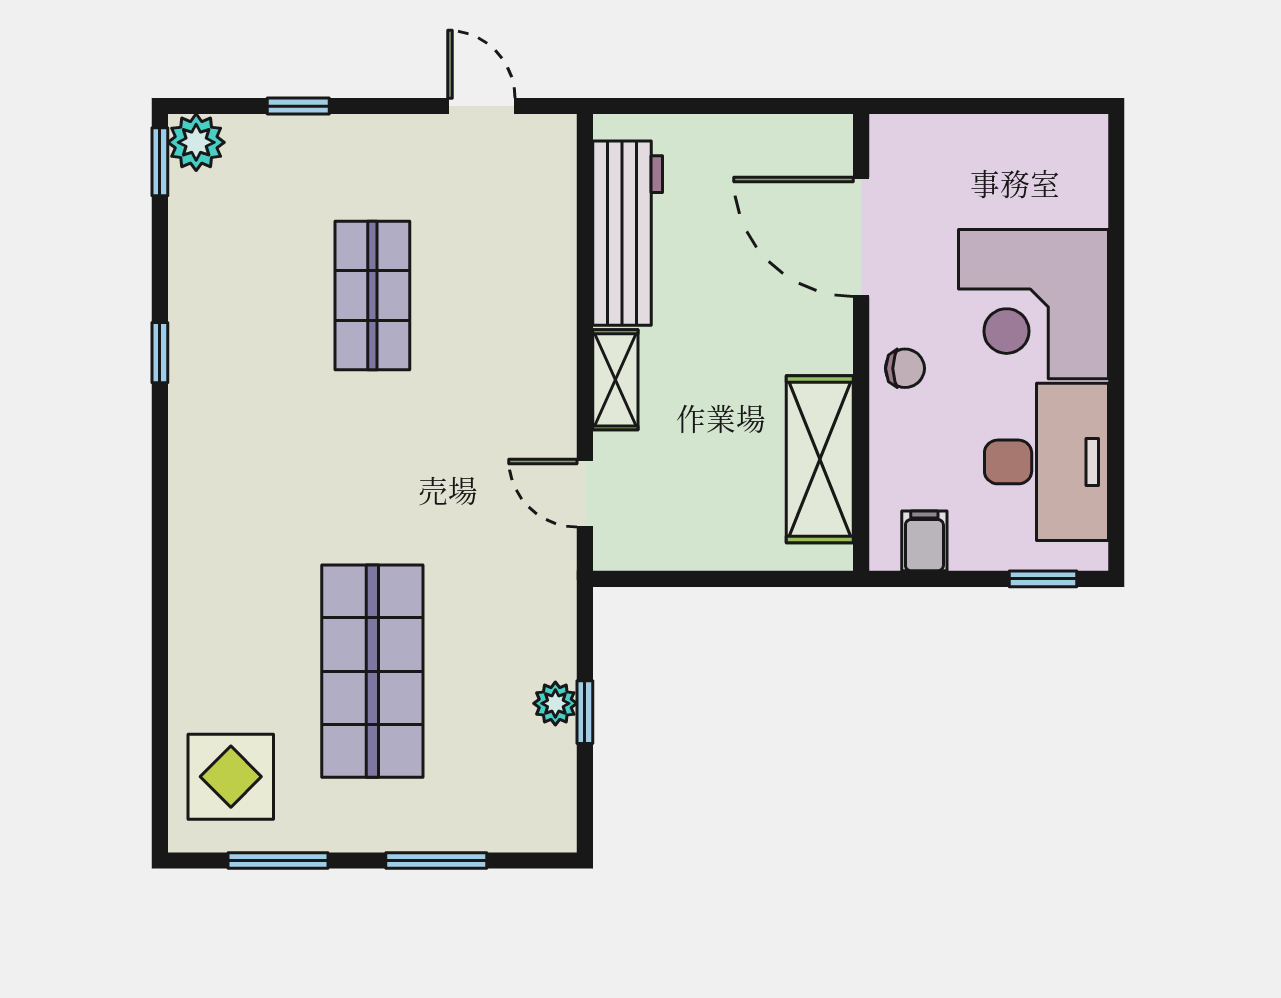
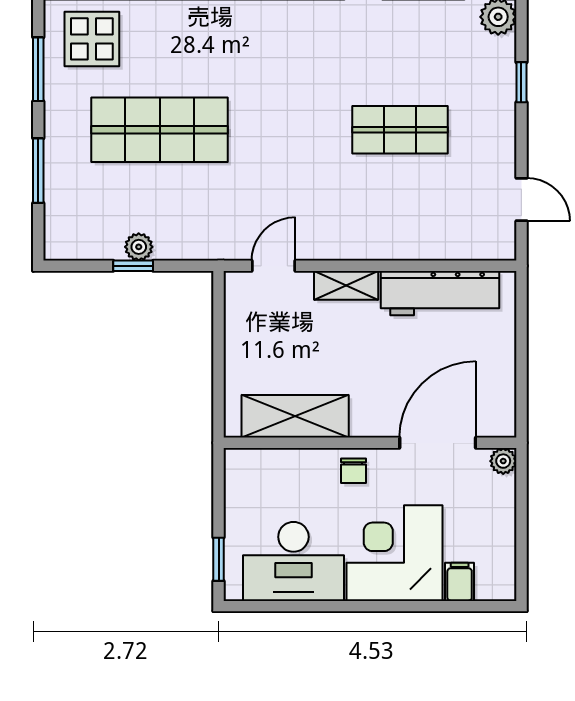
door: (481, 106) -> (521, 199), hinge flipped
plant: (890, 134) -> (503, 461), added
filing cabinet: (924, 541) -> (460, 582), moved, turned -90

